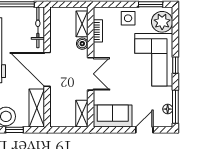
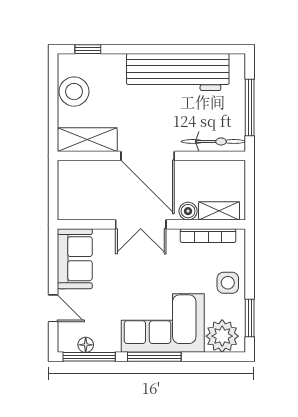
bookcase: (98, 31) -> (208, 236), width x1.56
window: (175, 65) -> (154, 357), width x2.17
door: (47, 69) -> (148, 156), swing flipped
shelving: (82, 114) -> (79, 211), removed
window: (15, 130) -> (53, 105), removed

